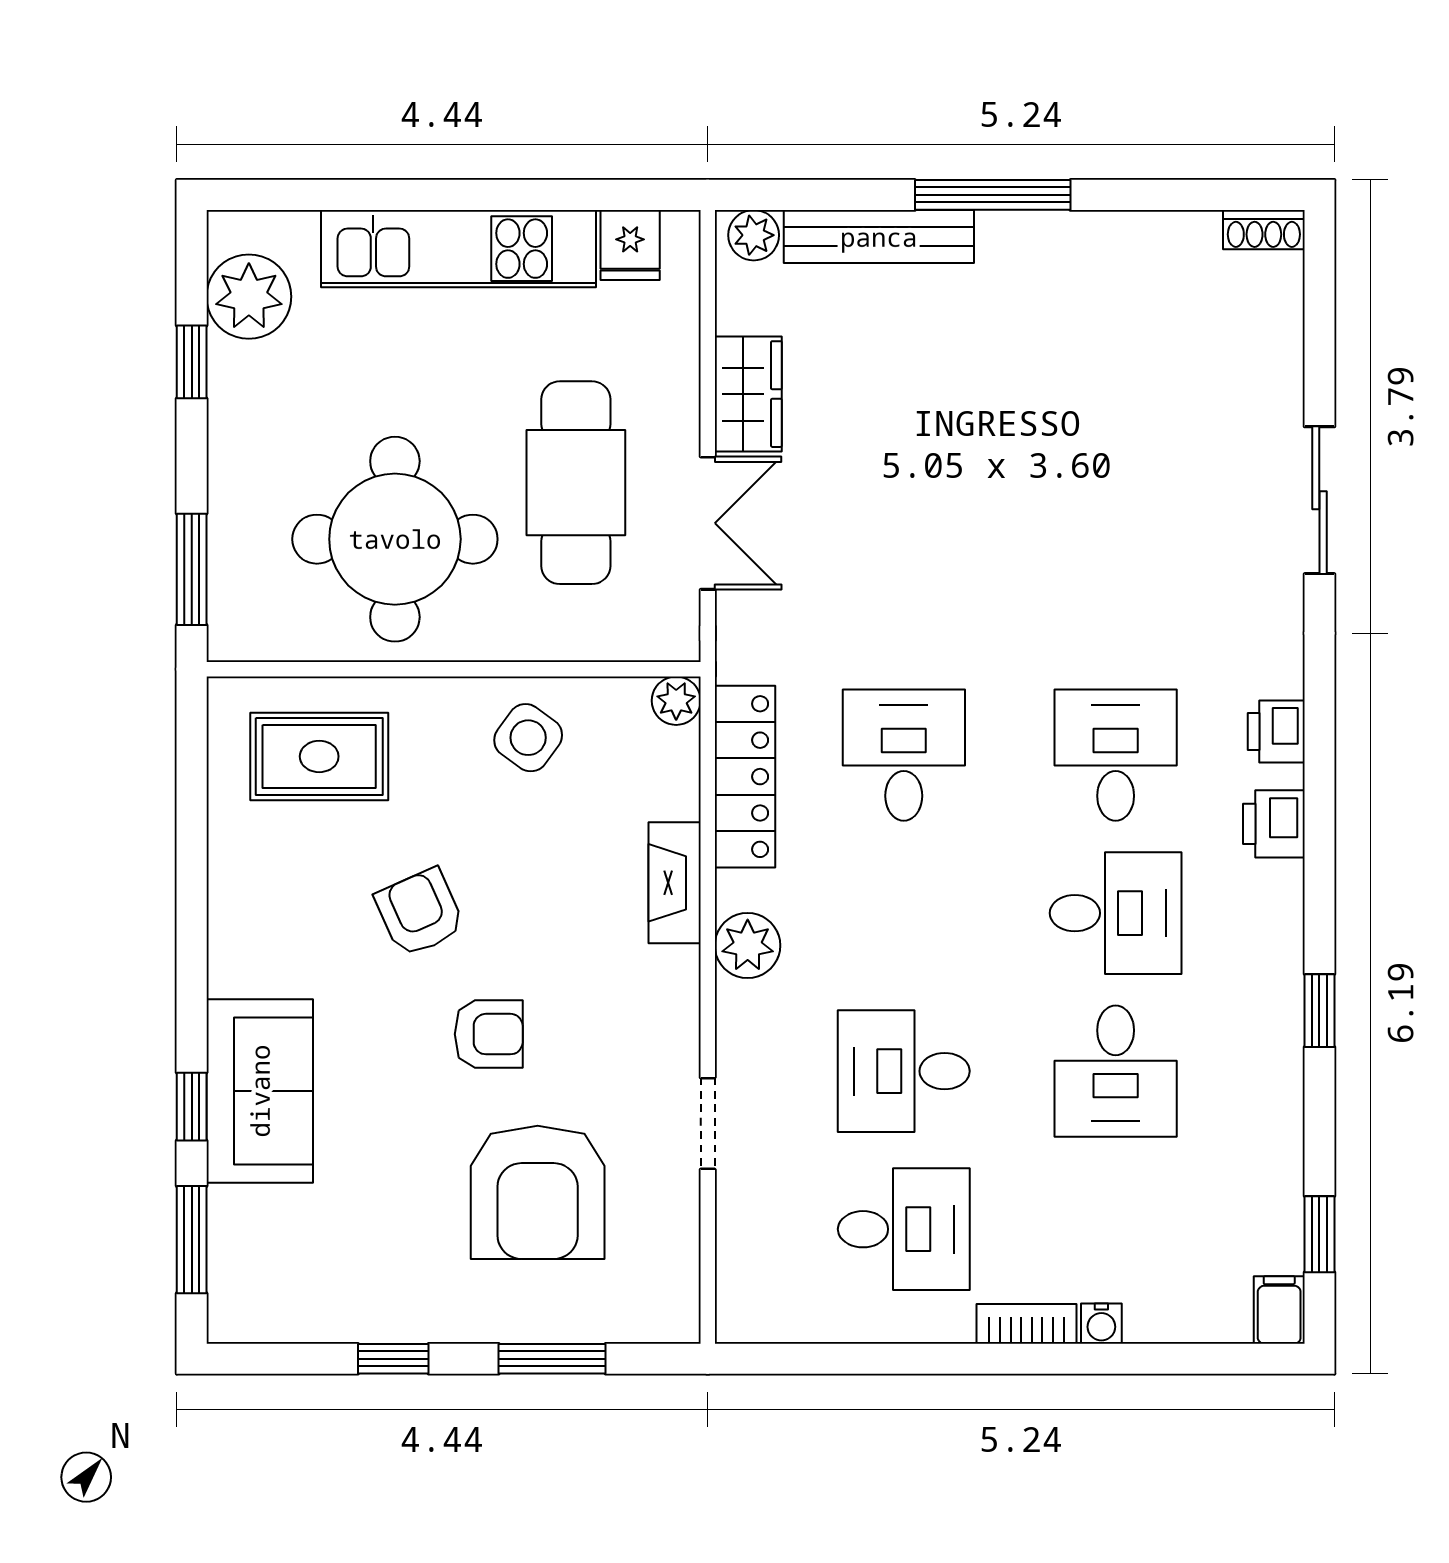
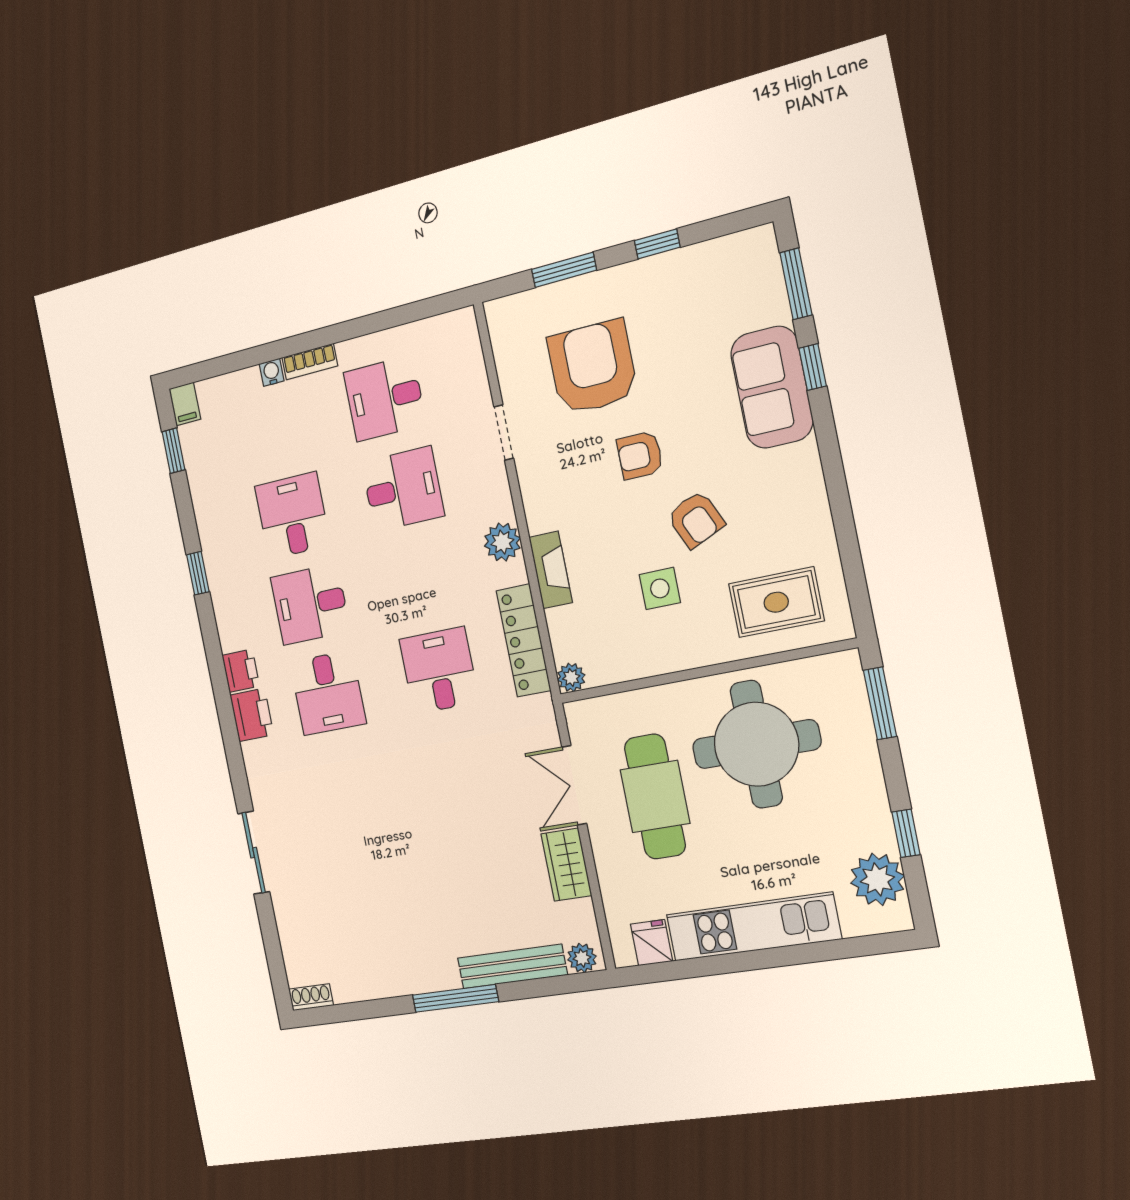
printer: (1276, 732) -> (252, 715), width x1.36, depth x1.24
side table: (528, 738) -> (660, 588), moved, turned -36
desk: (904, 755) -> (439, 670), turned 180

